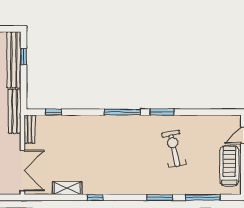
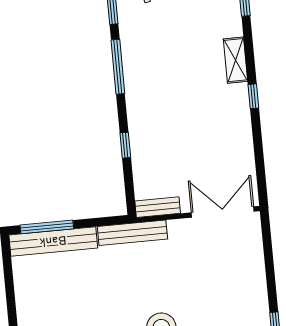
window: (24, 57) -> (47, 227), width x2.17
window: (54, 112) -> (125, 145), moved
shelving: (67, 188) -> (236, 60), moved

